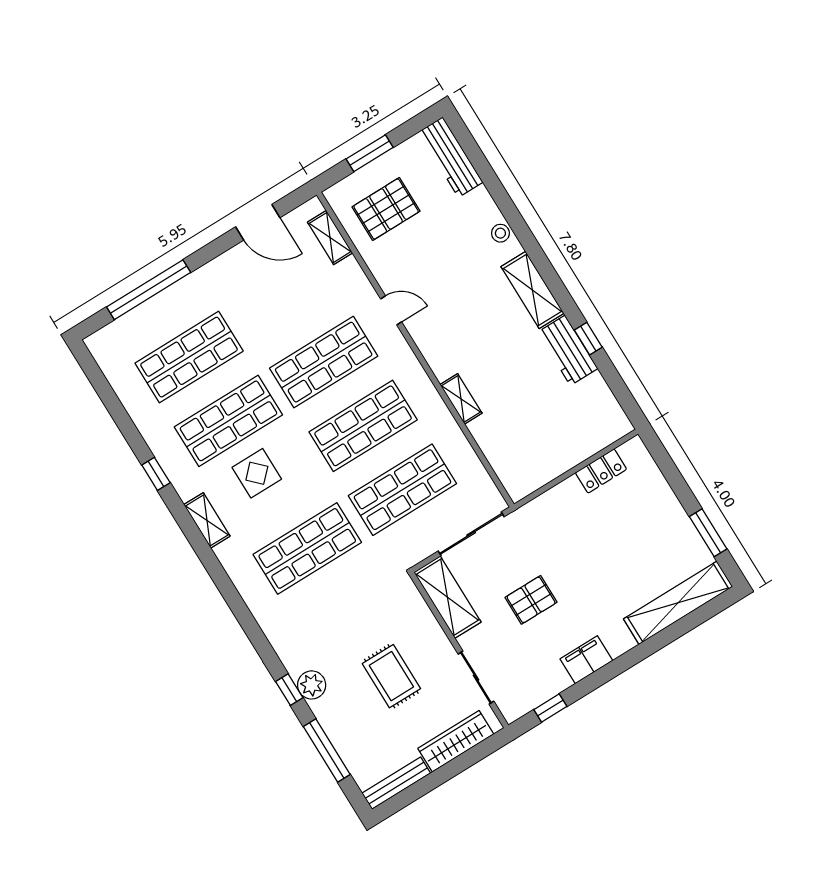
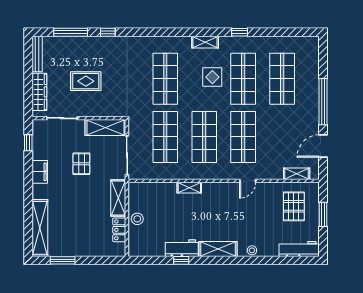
window: (149, 290) -> (323, 102), moved
stool: (565, 453) -> (137, 219), added
shelving: (550, 505) -> (118, 198), added
plant: (312, 685) -> (104, 43), removed

